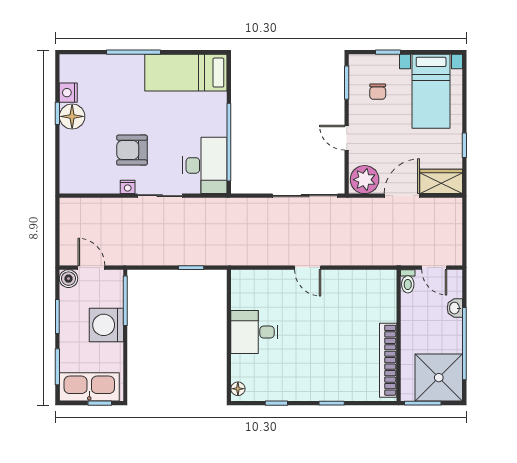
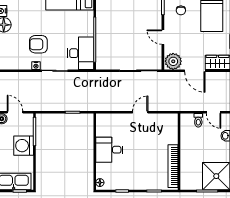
door: (402, 196) -> (195, 71), swing flipped
door: (308, 268) -> (140, 112), swing flipped
wall: (399, 335) -> (179, 152), moved
bookcase: (388, 360) -> (173, 166), moved

